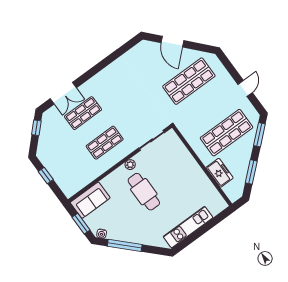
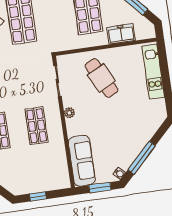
cafe table: (144, 192) -> (102, 78), moved, turned 63
sofa: (90, 200) -> (82, 161), width x1.36
kitchen unit: (188, 227) -> (153, 72), moved

